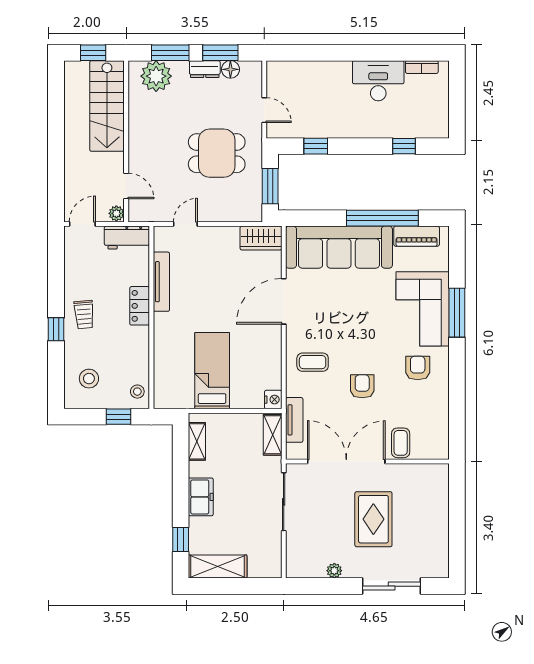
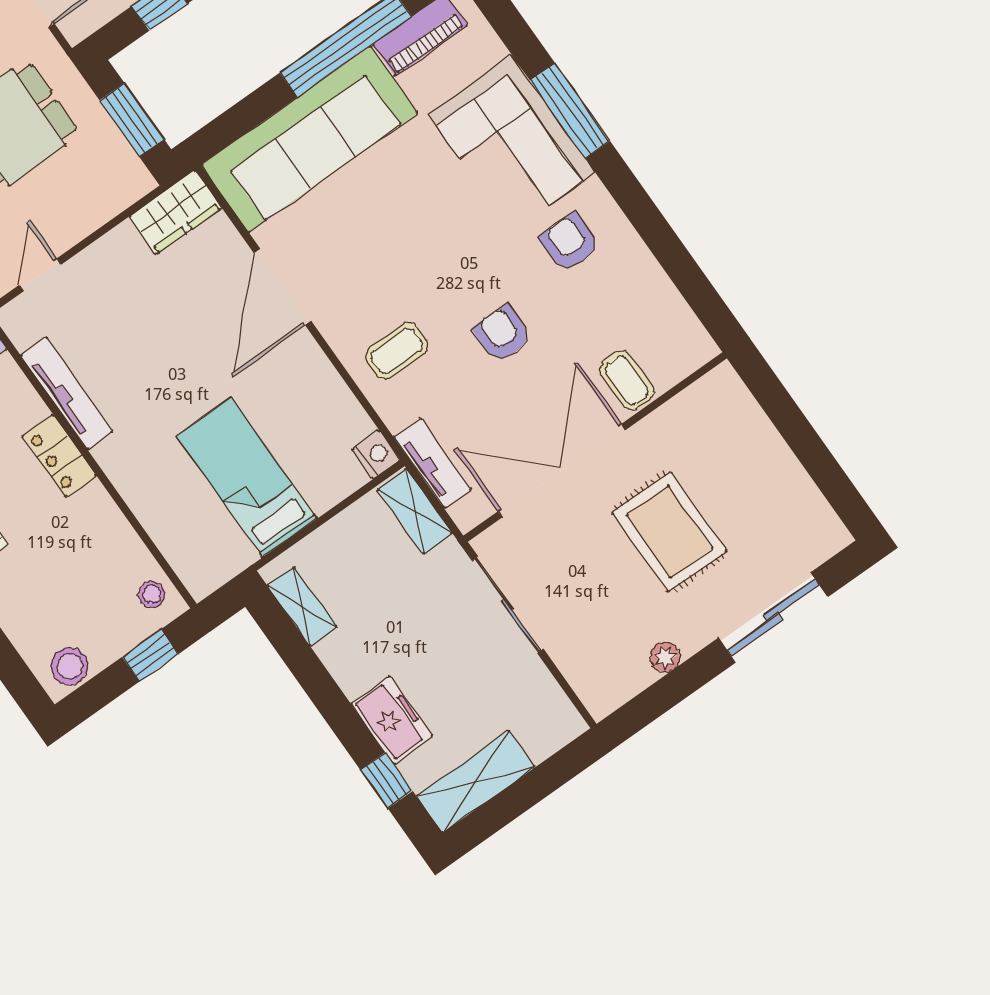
stool: (89, 379) -> (70, 666), moved
freezer: (201, 497) -> (392, 720), moved

